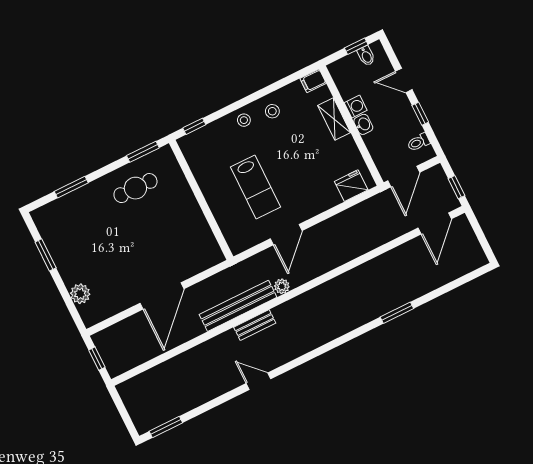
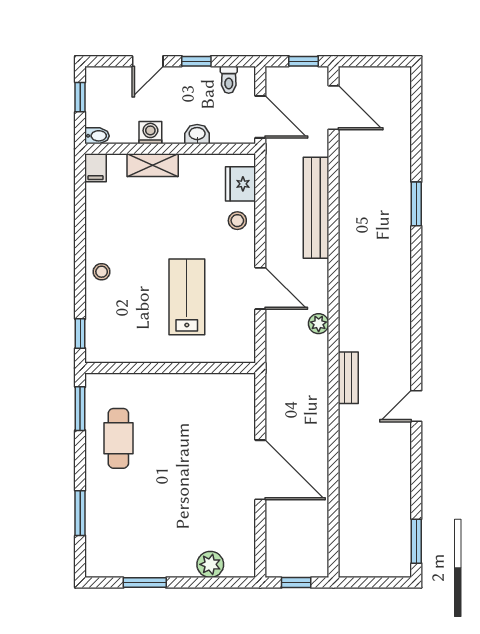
bidet: (366, 56) -> (97, 136), moved
stool: (272, 111) -> (237, 221), moved
washbasin: (363, 124) -> (197, 134), moved
lab bench: (256, 187) -> (187, 297), turned -90
bench: (238, 306) -> (316, 208), moved

